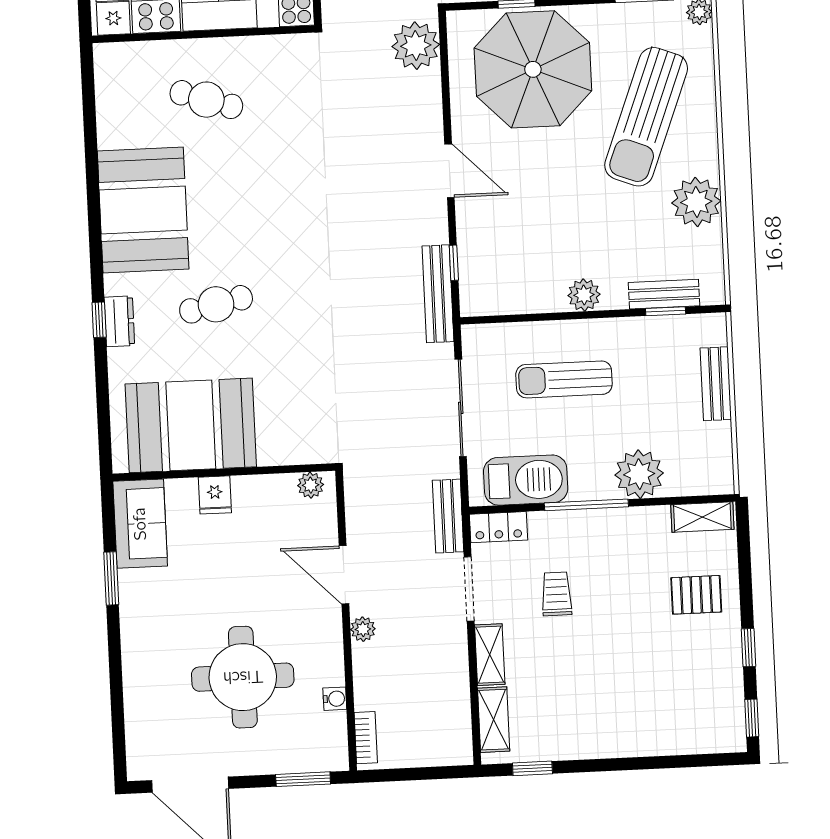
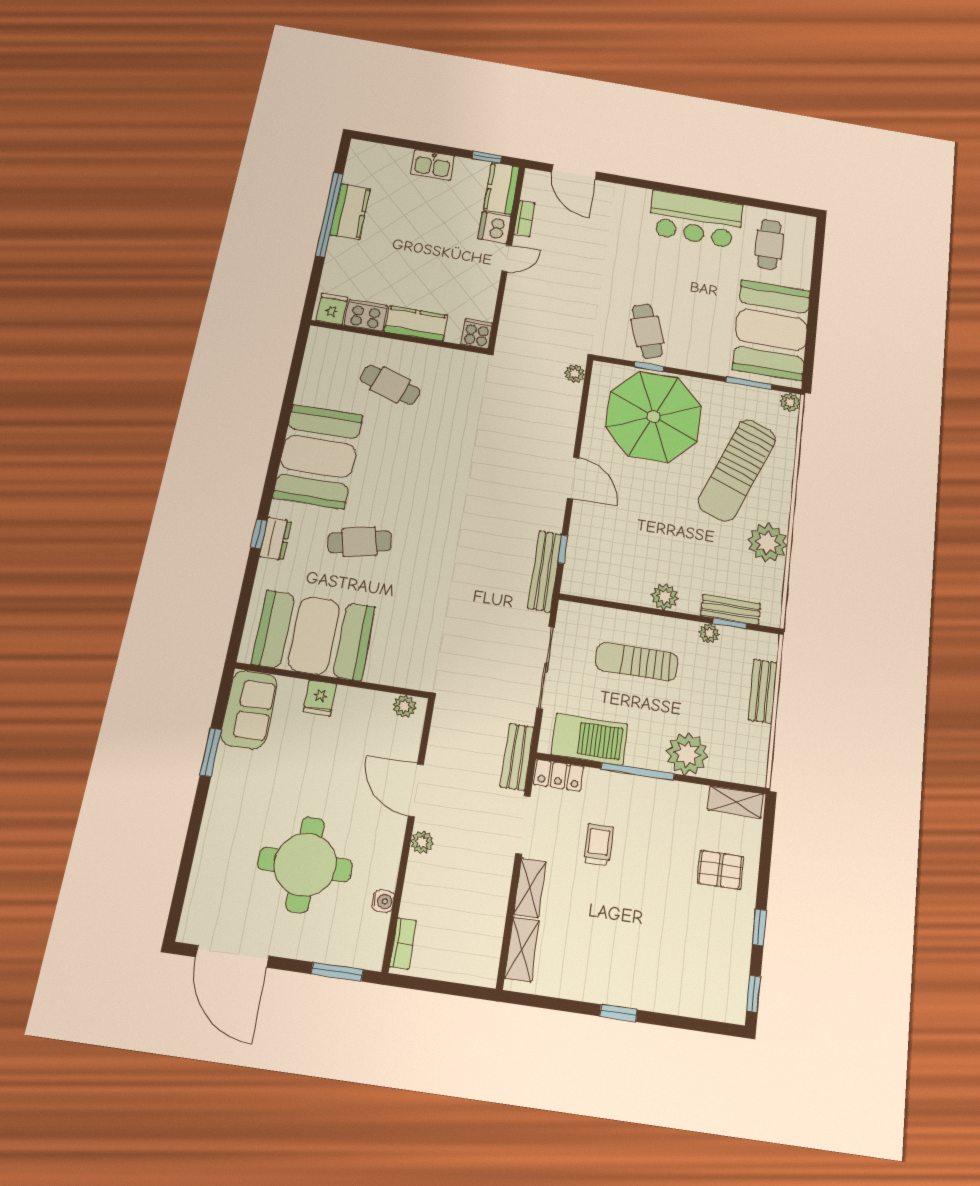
plant: (416, 46) -> (575, 374), width x0.53, depth x0.53
plant: (643, 328) -> (709, 633), added
window: (532, 768) -> (618, 1013), moved

